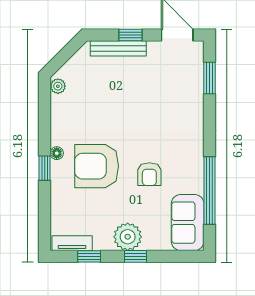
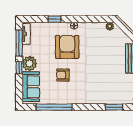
window: (45, 168) -> (55, 19), moved
sofa: (188, 223) -> (31, 87), moved, turned 90
window: (89, 256) -> (19, 43), width x2.17

